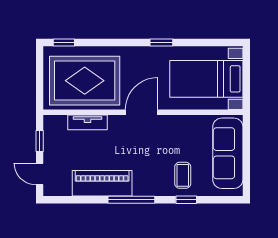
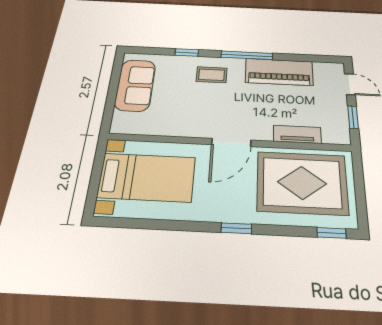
window: (161, 43) -> (236, 228), moved
sofa: (228, 153) -> (135, 85), width x0.73
coffee table: (183, 175) -> (212, 75), moved, turned 90

